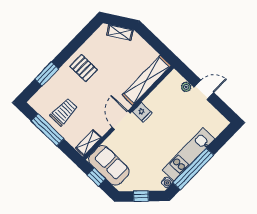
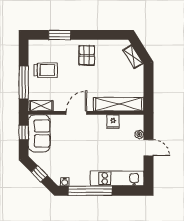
fridge: (142, 112) -> (113, 122), moved
window: (47, 130) -> (24, 82), moved
kitchen unit: (188, 155) -> (117, 178), moved

